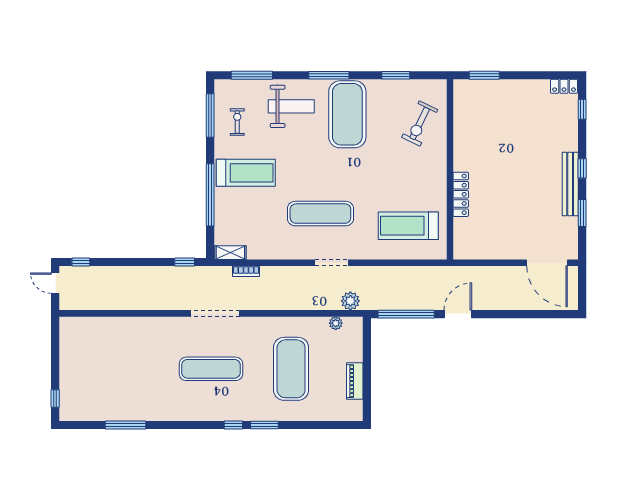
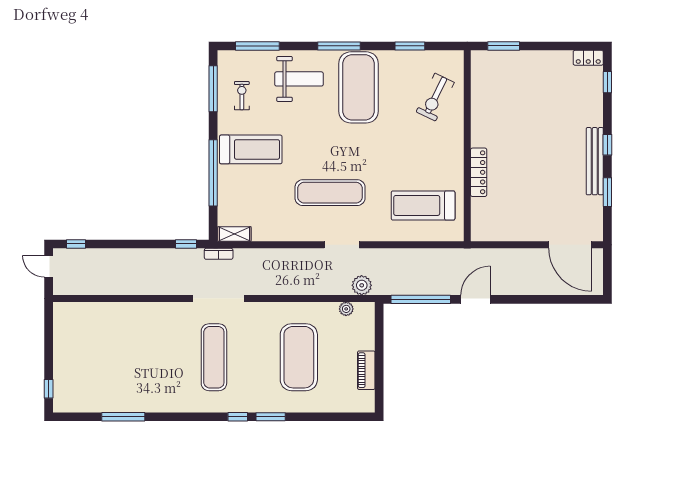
bookcase: (246, 271) -> (219, 254), moved
exercise mat: (211, 369) -> (214, 357), turned 90

